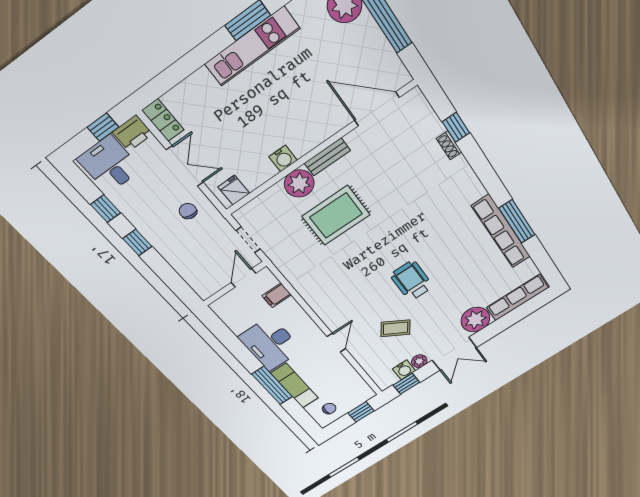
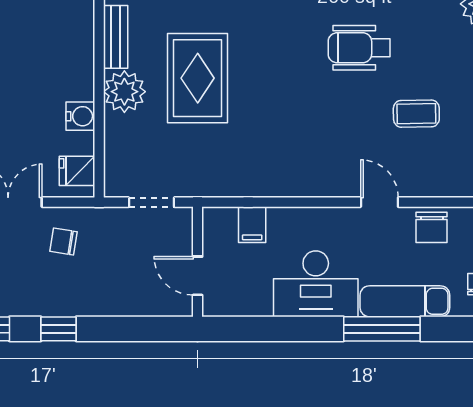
water cooler: (283, 158) -> (80, 116), moved
door: (243, 278) -> (197, 276), moved
coffee table: (396, 328) -> (416, 114), turned 56
chair: (342, 372) -> (432, 227), added

